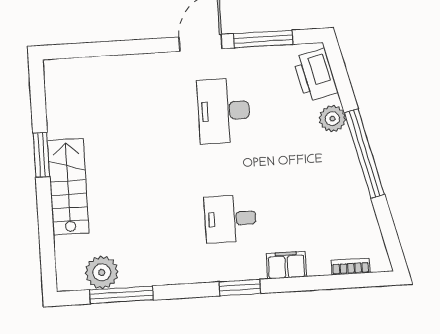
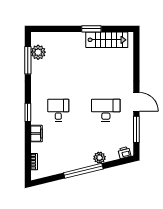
printer: (315, 75) -> (124, 153), width x0.53, depth x0.68
stairs: (68, 187) -> (107, 40), moved

